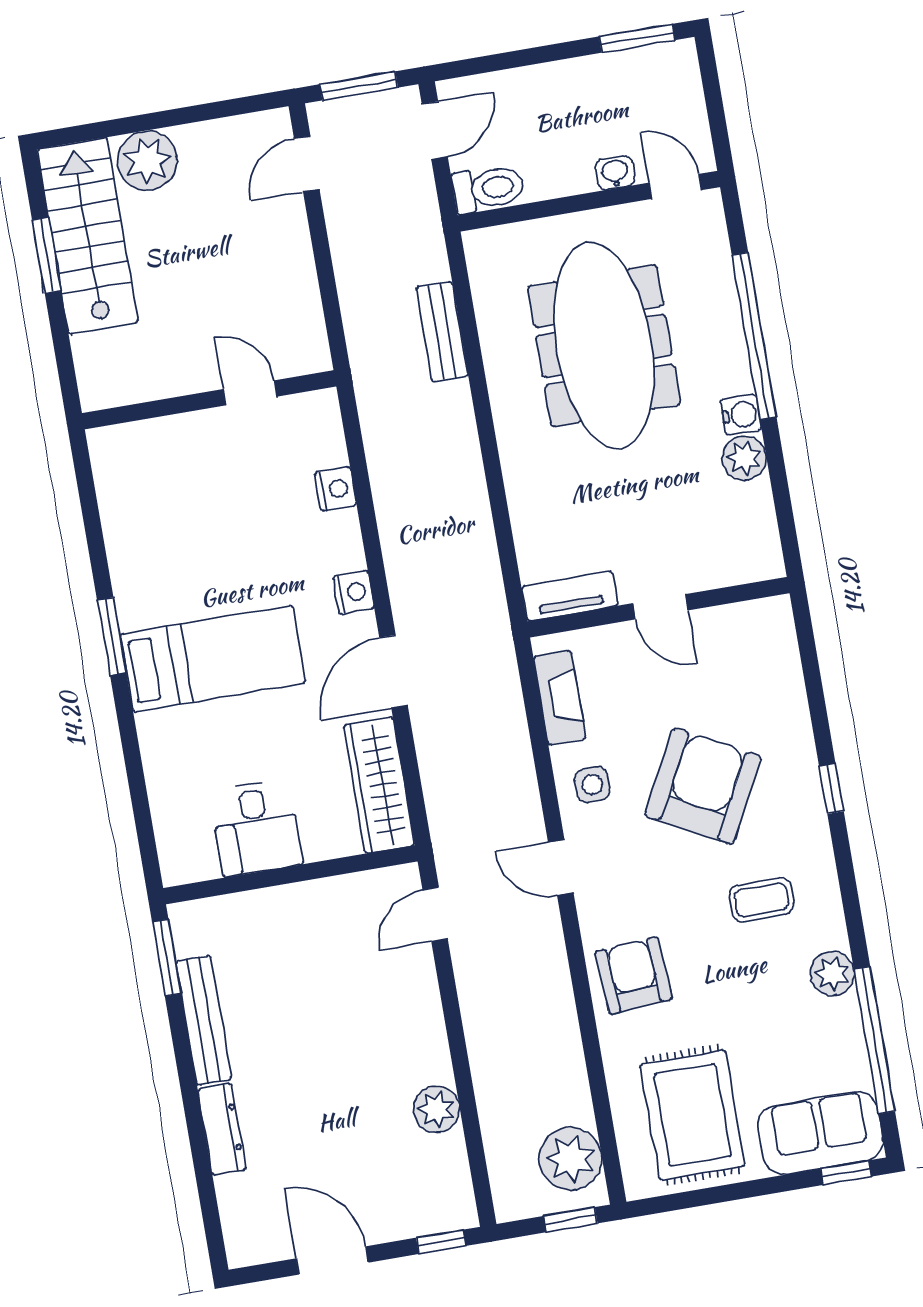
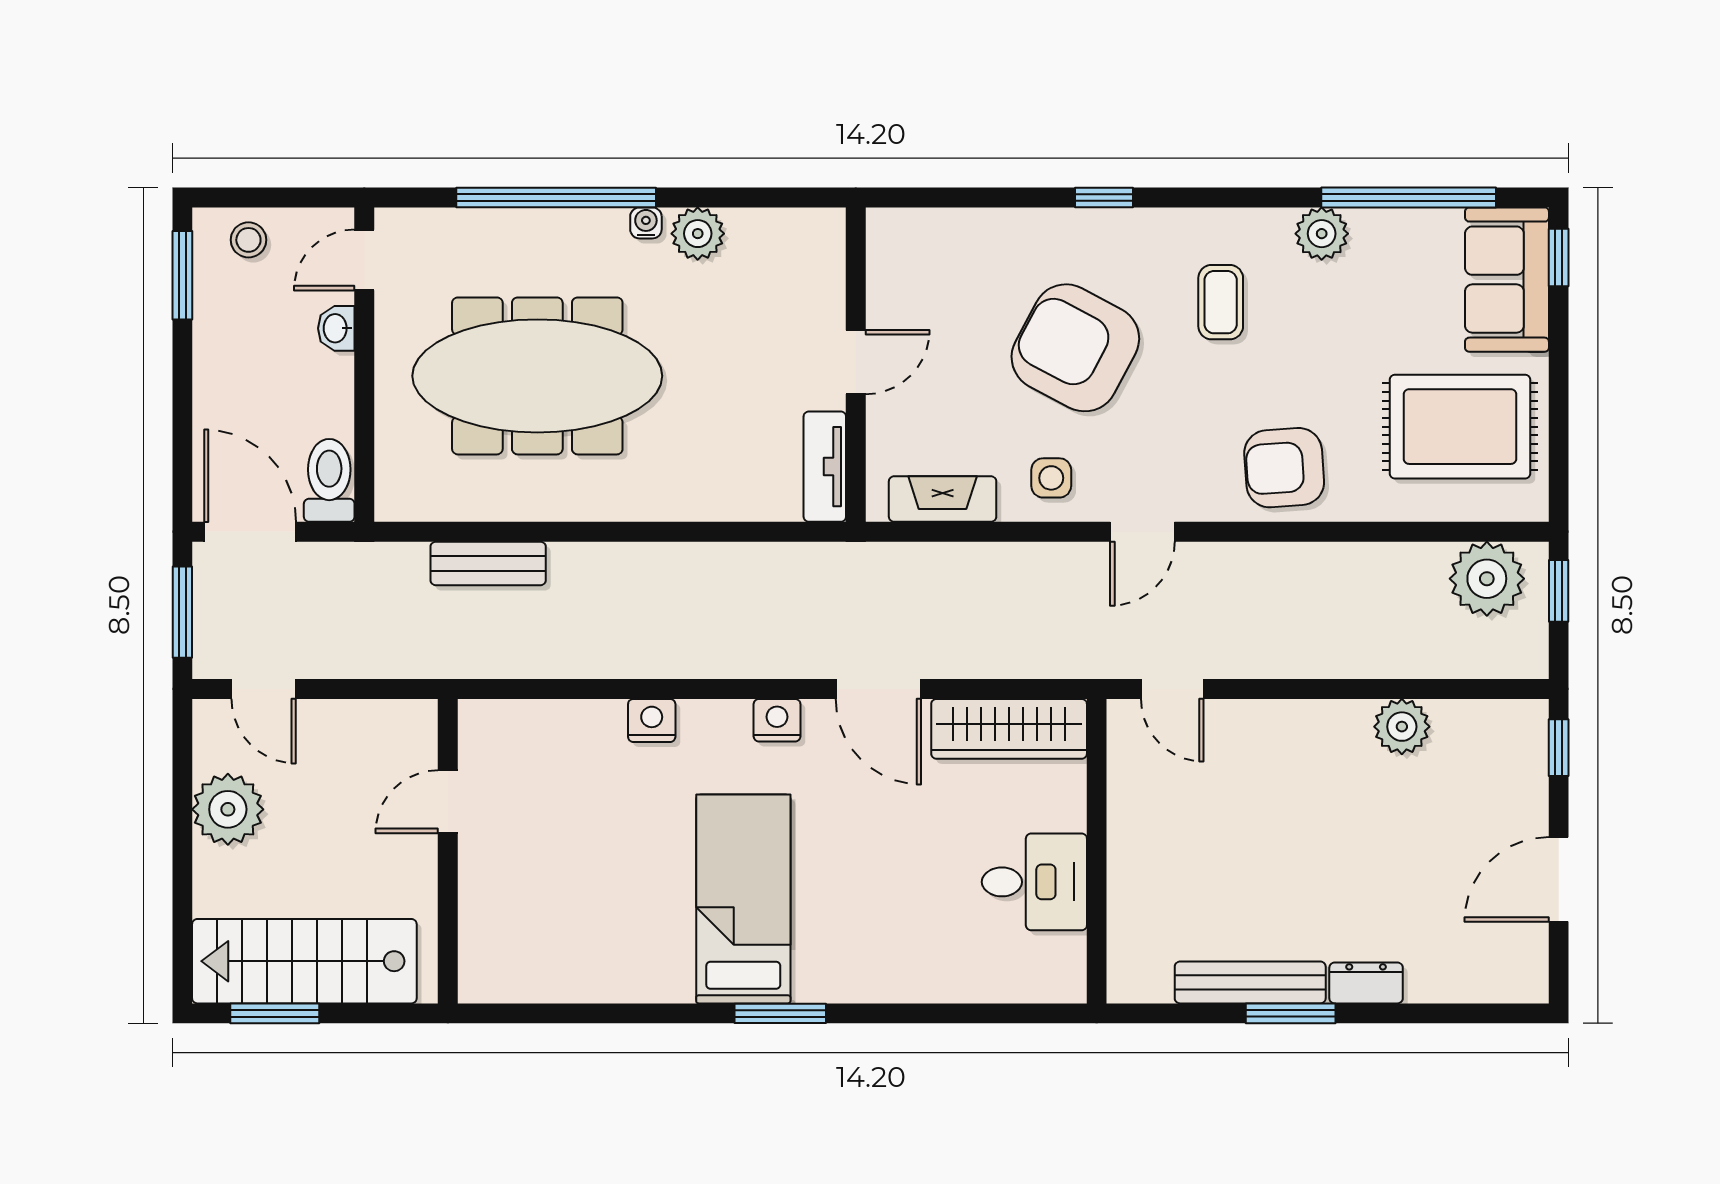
stool: (676, 88) -> (248, 240), added
door: (435, 130) -> (250, 532), width x1.38
plant: (147, 161) -> (228, 809), moved
window: (47, 255) -> (275, 1013), moved
door: (250, 393) -> (448, 802), moved
wall: (209, 400) -> (448, 851), moved
water cooler: (741, 415) -> (646, 223), width x0.72, depth x0.72
bed: (213, 659) -> (743, 899), moved
window: (167, 958) -> (1291, 1013), moved
dresser: (222, 1129) -> (1366, 983), width x0.70

